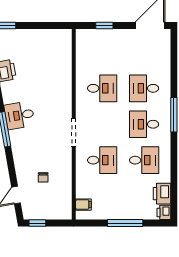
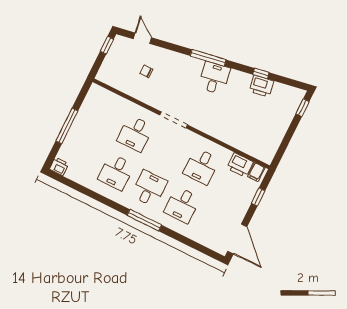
desk: (144, 88) -> (182, 205), turned 180
printer: (162, 194) -> (240, 165), moved, turned 180
filing cabinet: (83, 205) -> (256, 172), moved

